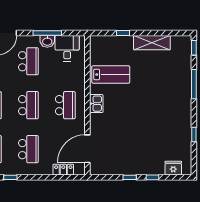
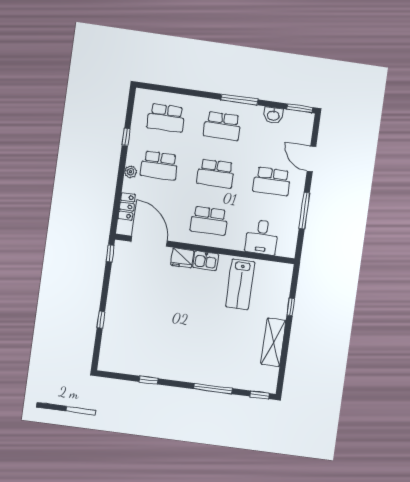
washbasin: (47, 41) -> (294, 209), removed
desk: (67, 48) -> (262, 237), moved, turned 90
fridge: (173, 168) -> (182, 258), moved, turned 90
plant: (36, 170) -> (130, 172), added
window: (130, 177) -> (110, 253), moved

